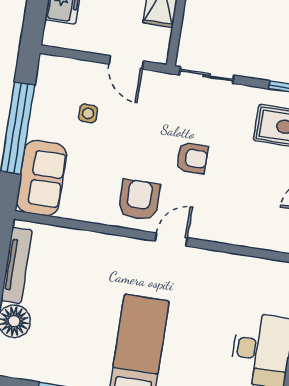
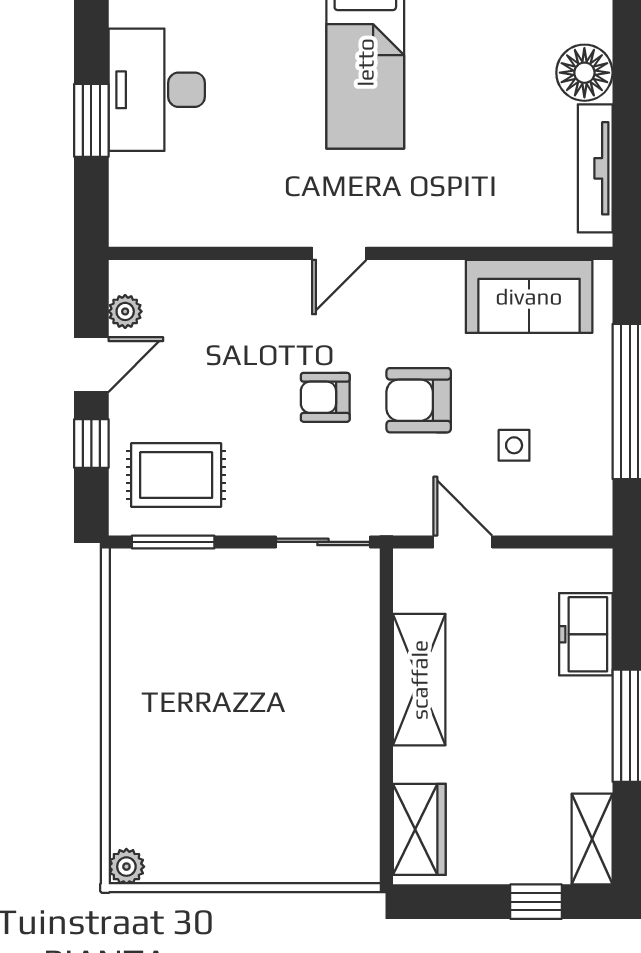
sofa: (41, 178) -> (529, 296), moved, turned -90
armchair: (139, 200) -> (419, 400), moved, turned 90

